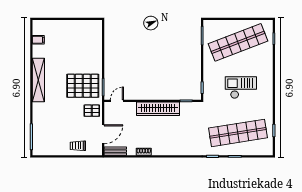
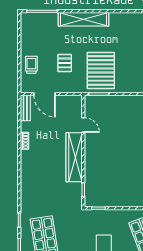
shelving: (38, 80) -> (84, 19), moved
door: (117, 101) -> (83, 125), moved
pallet: (92, 111) -> (65, 63), moved

